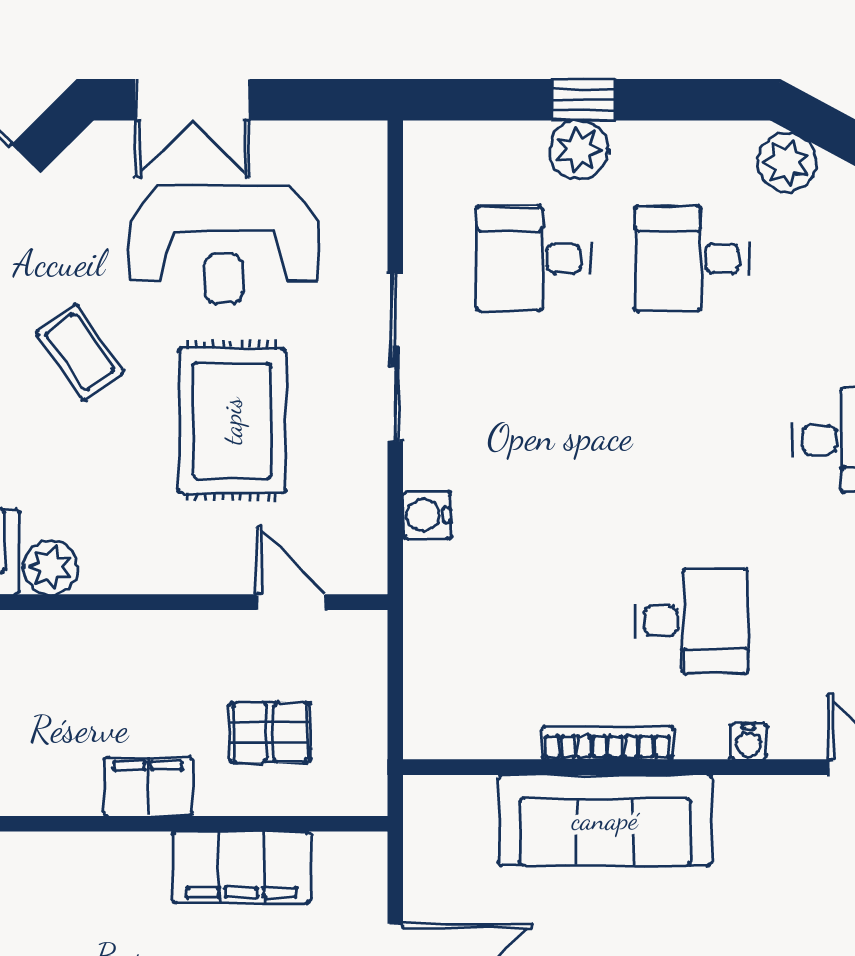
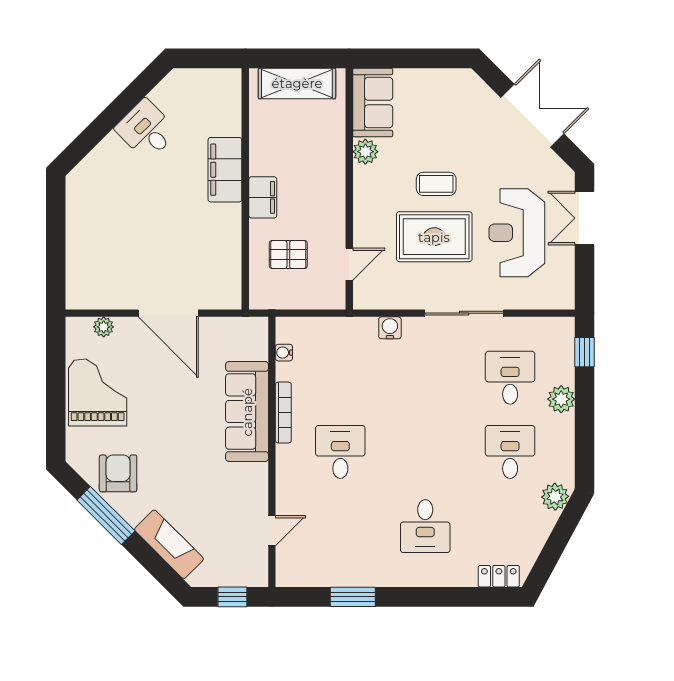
window: (583, 100) -> (585, 352), moved
coffee table: (80, 352) -> (436, 184), moved, turned 35
desk: (692, 621) -> (340, 452), turned 180
pallet: (270, 732) -> (288, 255), turned 90
water cooler: (748, 741) -> (284, 353), moved
filing cabinet: (241, 867) -> (225, 170), moved

